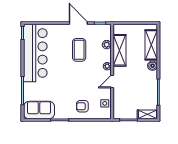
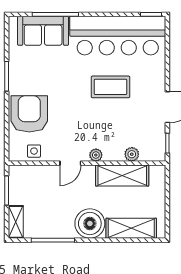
coffee table: (79, 50) -> (110, 87), moved
boiler: (153, 66) -> (90, 223), width x1.86, depth x1.86
door: (112, 81) -> (70, 163), swing flipped
armchair: (82, 106) -> (29, 114), width x1.88, depth x1.88
sofa: (39, 110) -> (43, 31), moved, turned 90

